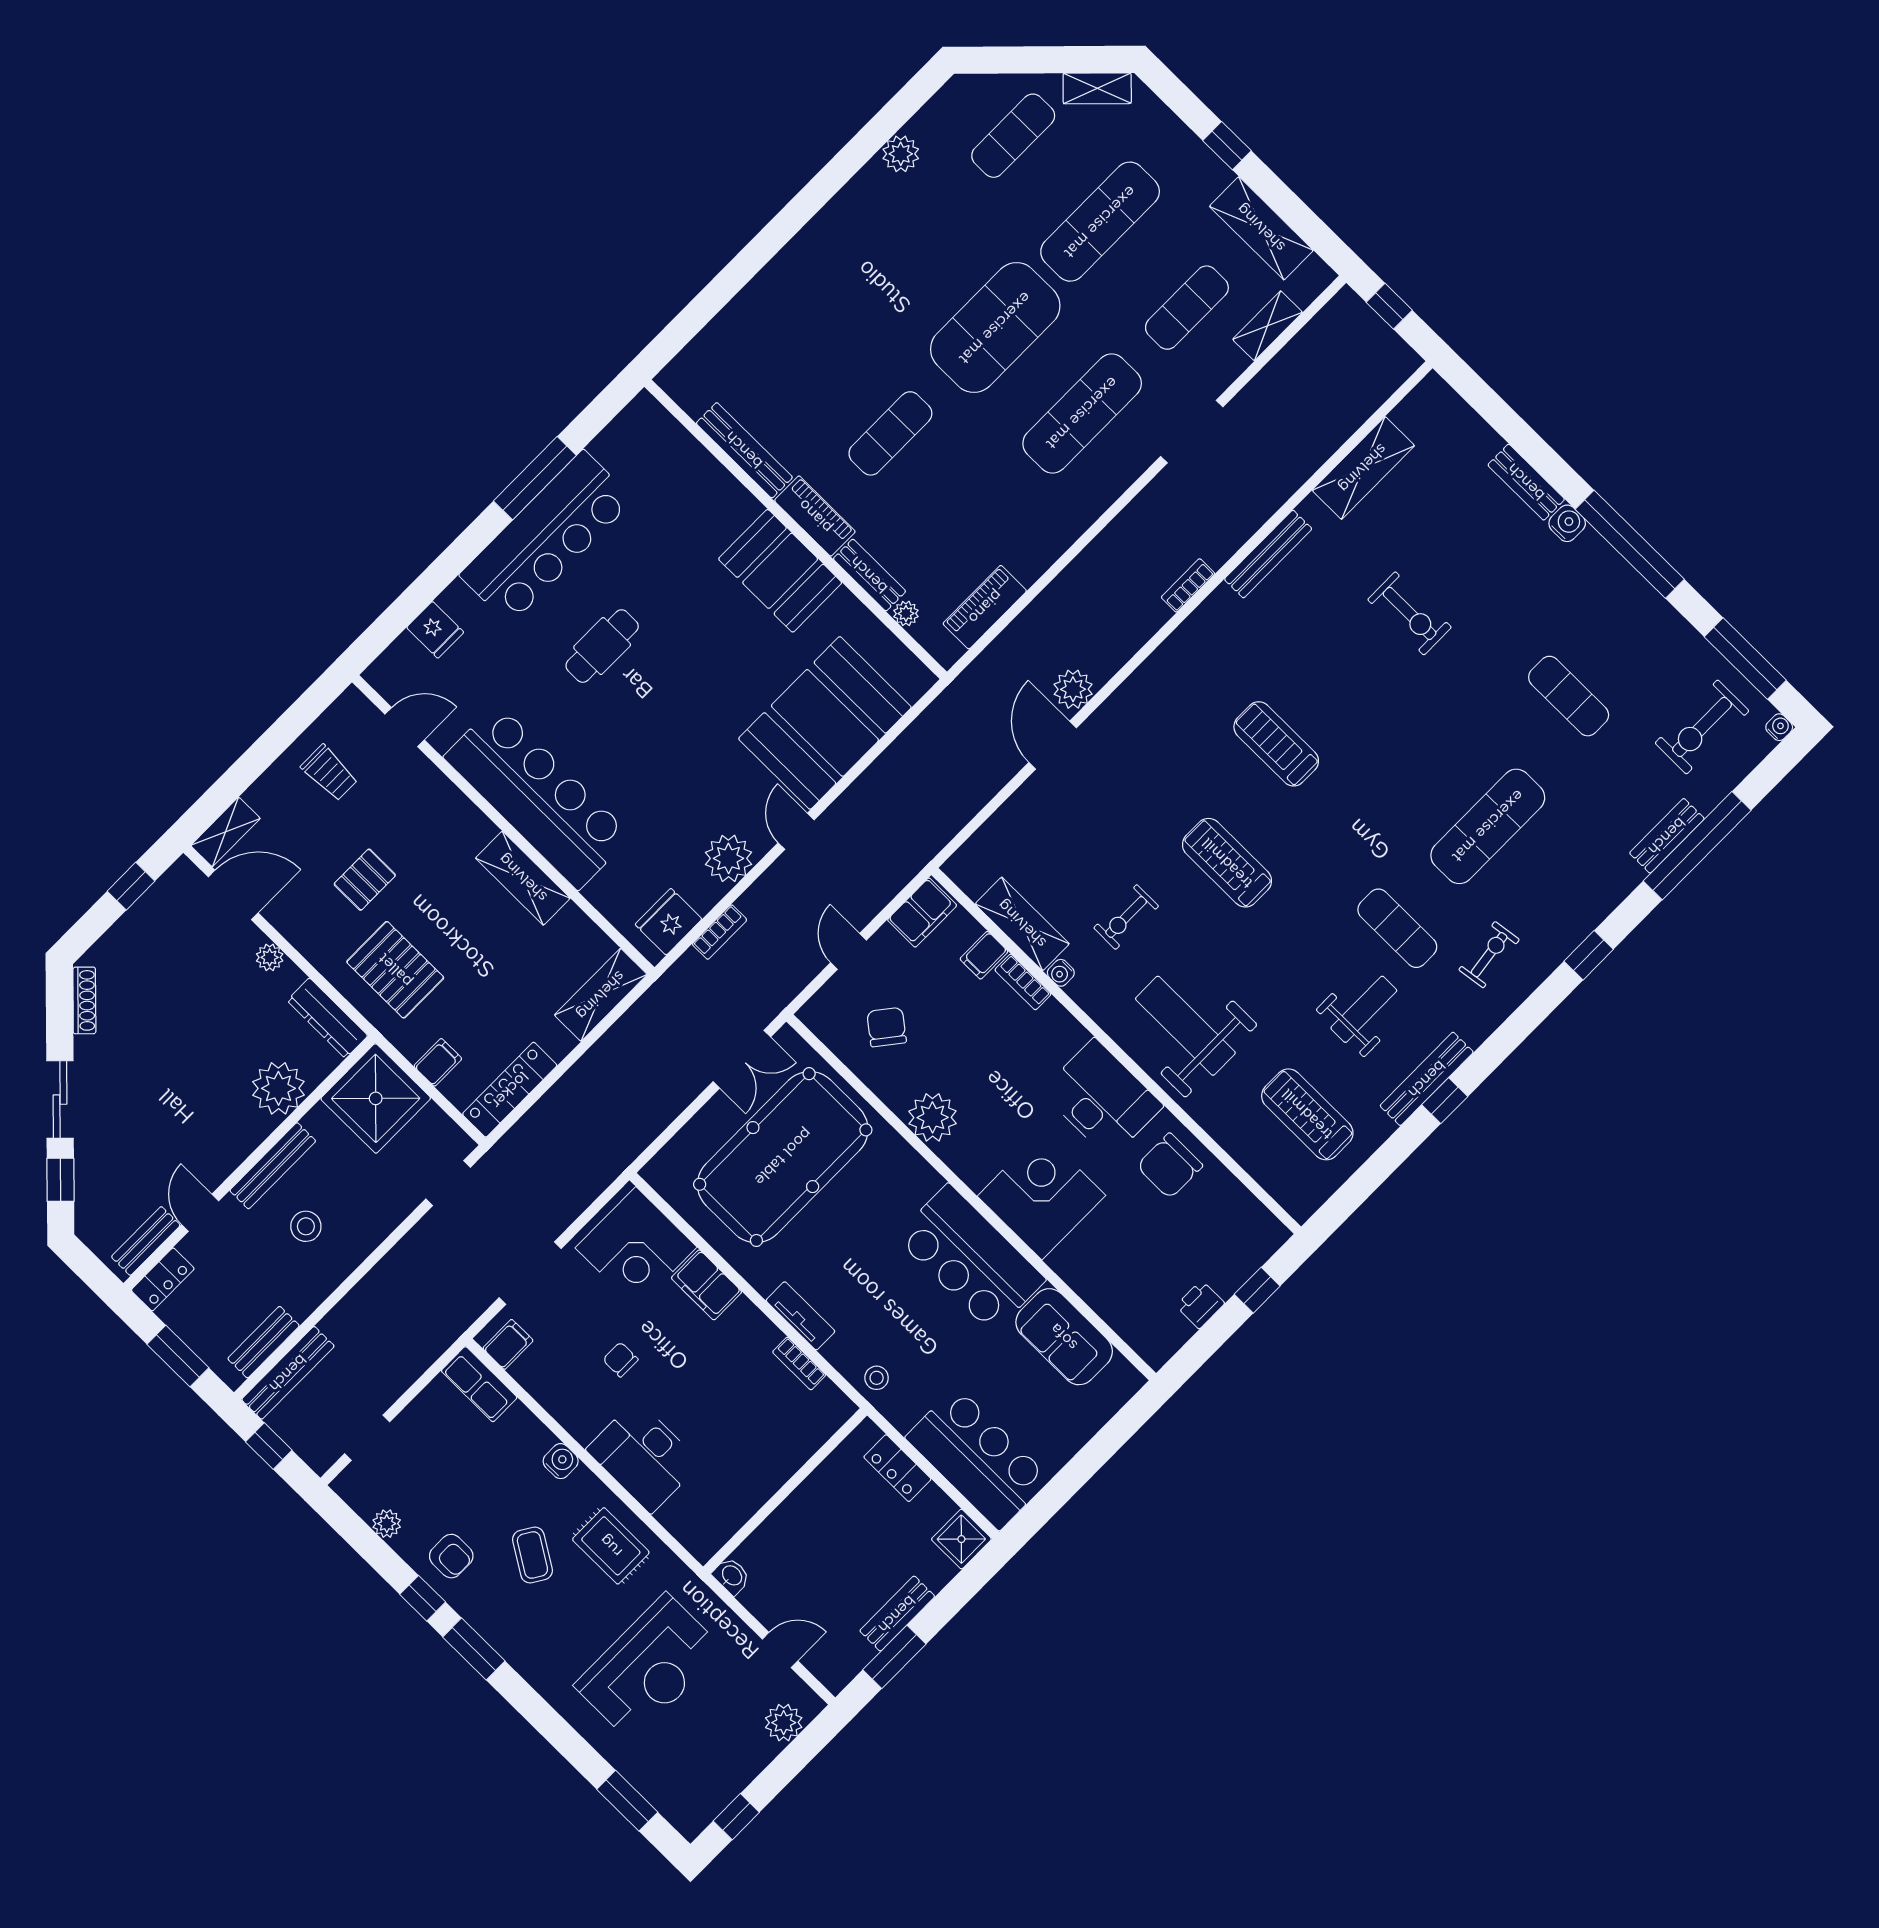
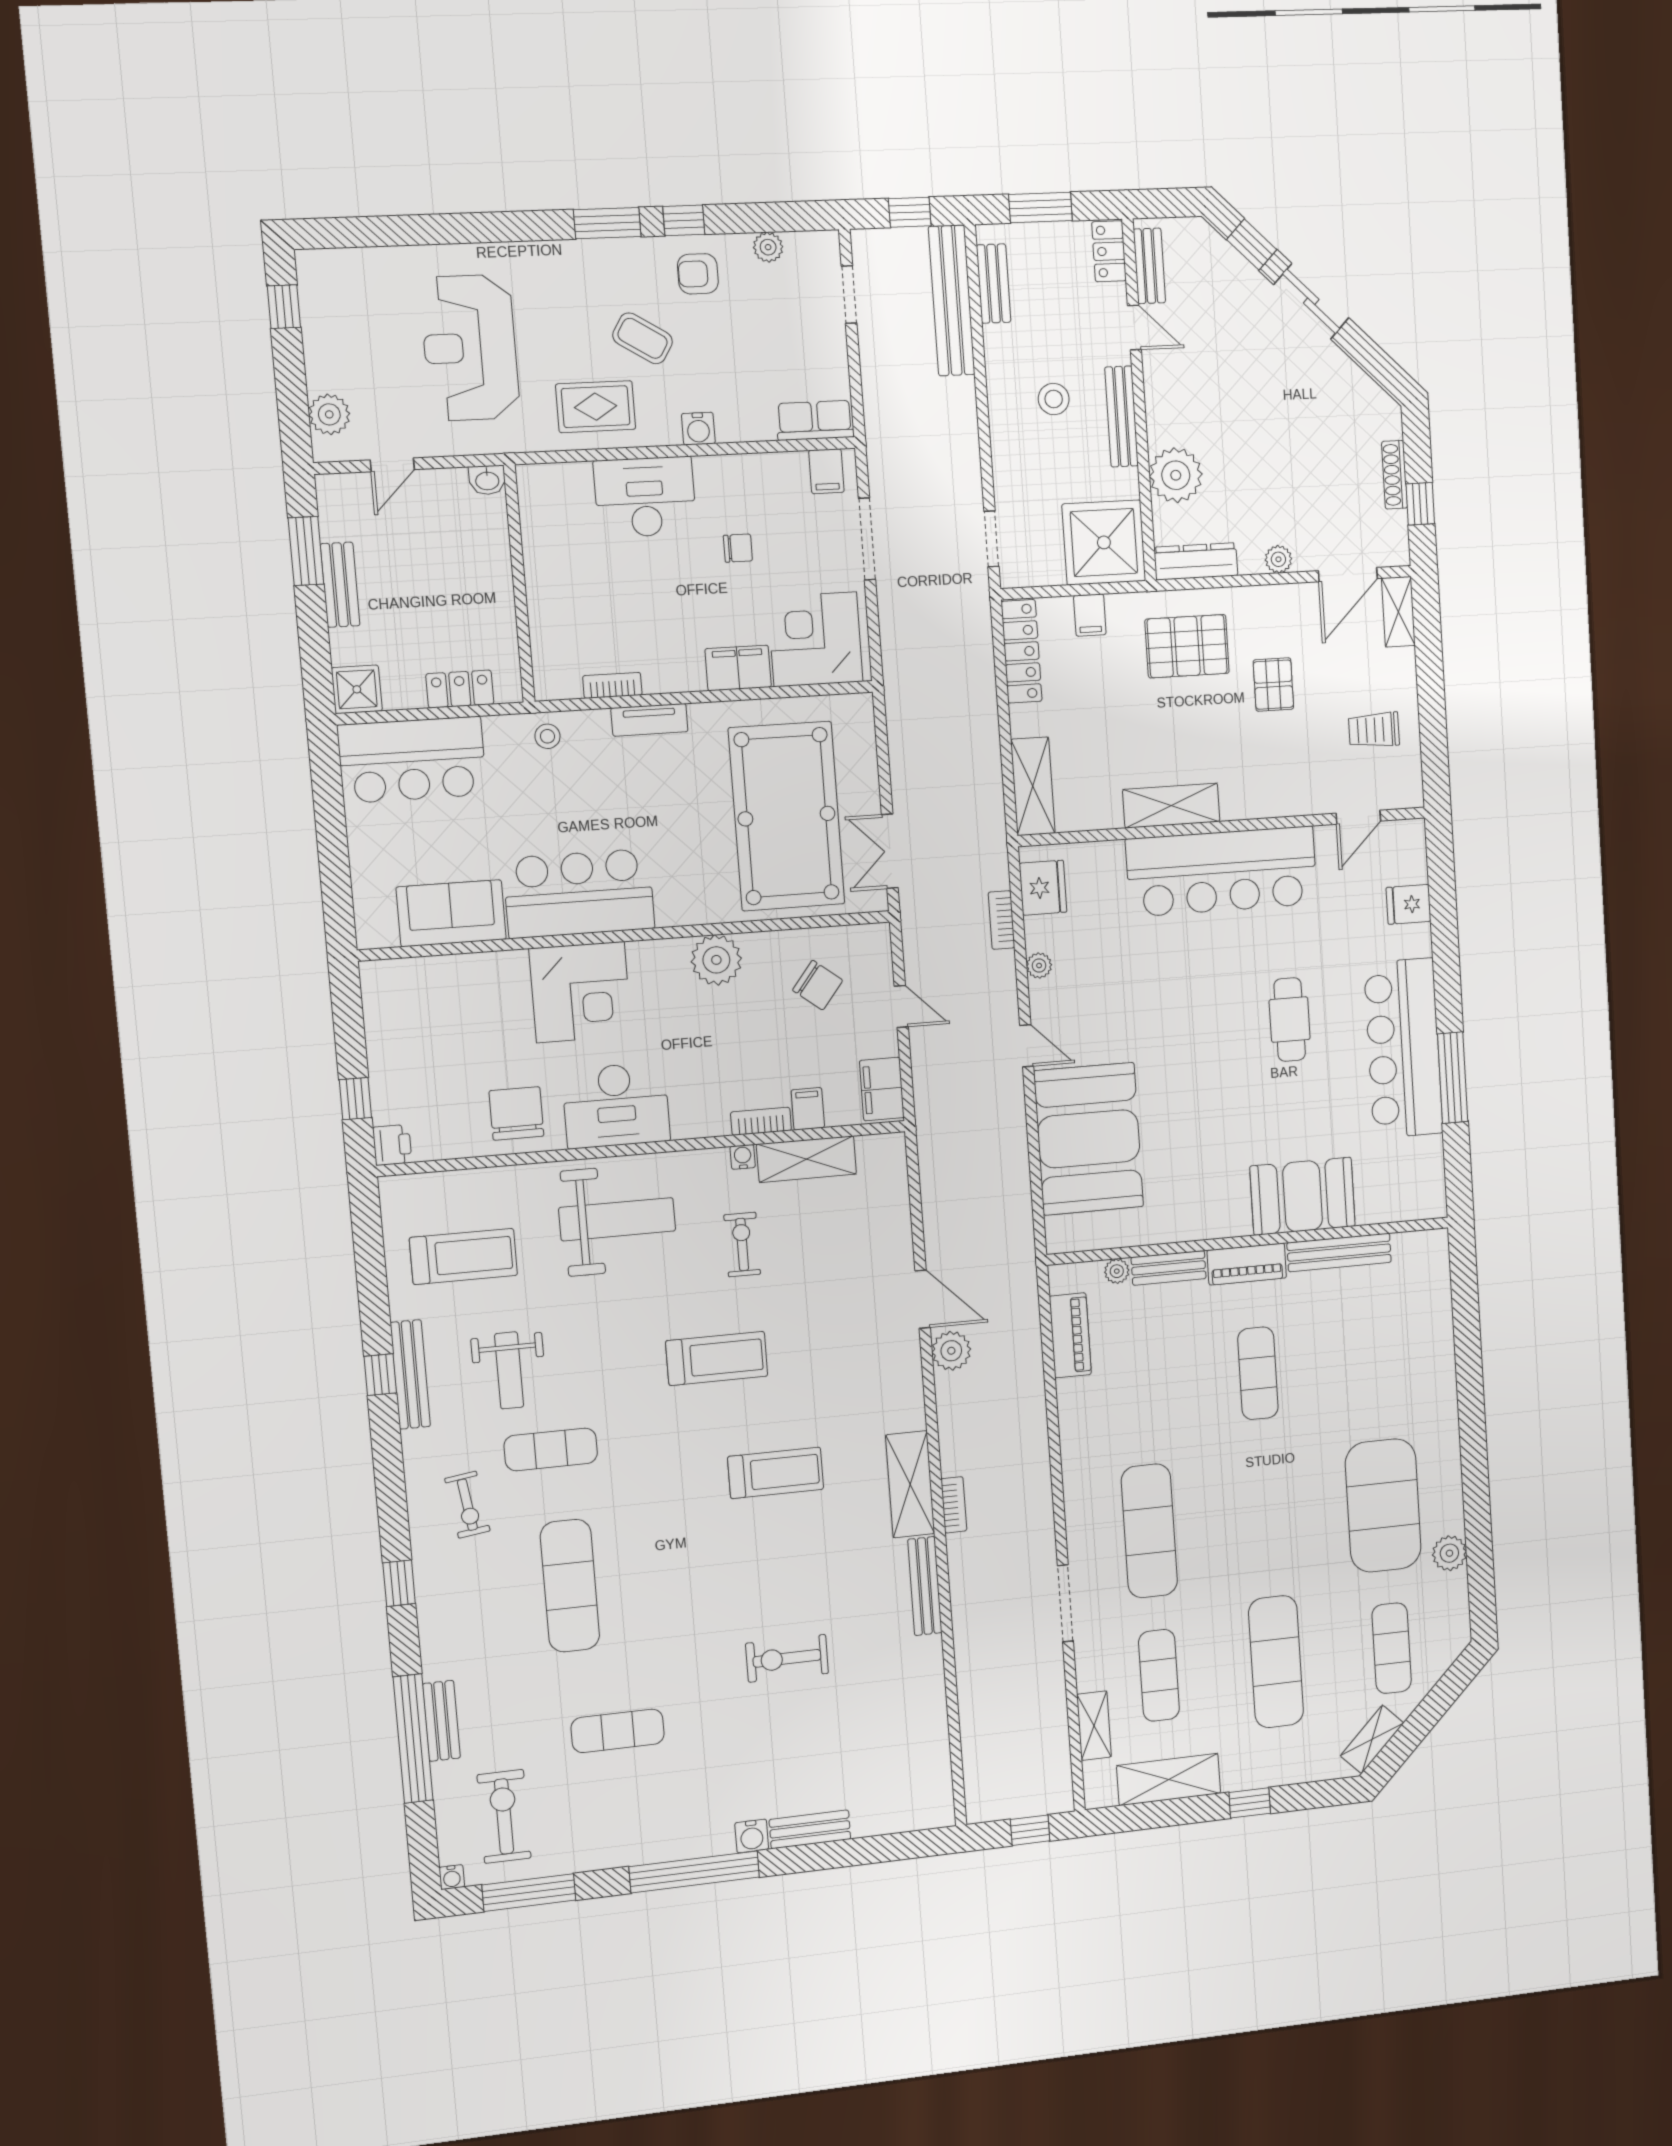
exercise mat: (995, 328) -> (1383, 1506), moved
shelving: (1363, 468) -> (910, 1484), moved
booth: (780, 571) -> (1303, 1196), moved
plant: (729, 858) -> (1039, 966), width x0.53, depth x0.53
shoe rack: (84, 1000) -> (1395, 475), moved, turned 45
printer: (1200, 1304) -> (392, 1145), moved
bench: (288, 1373) -> (952, 300), width x1.37, depth x1.21
window: (627, 1801) -> (375, 231), removed

